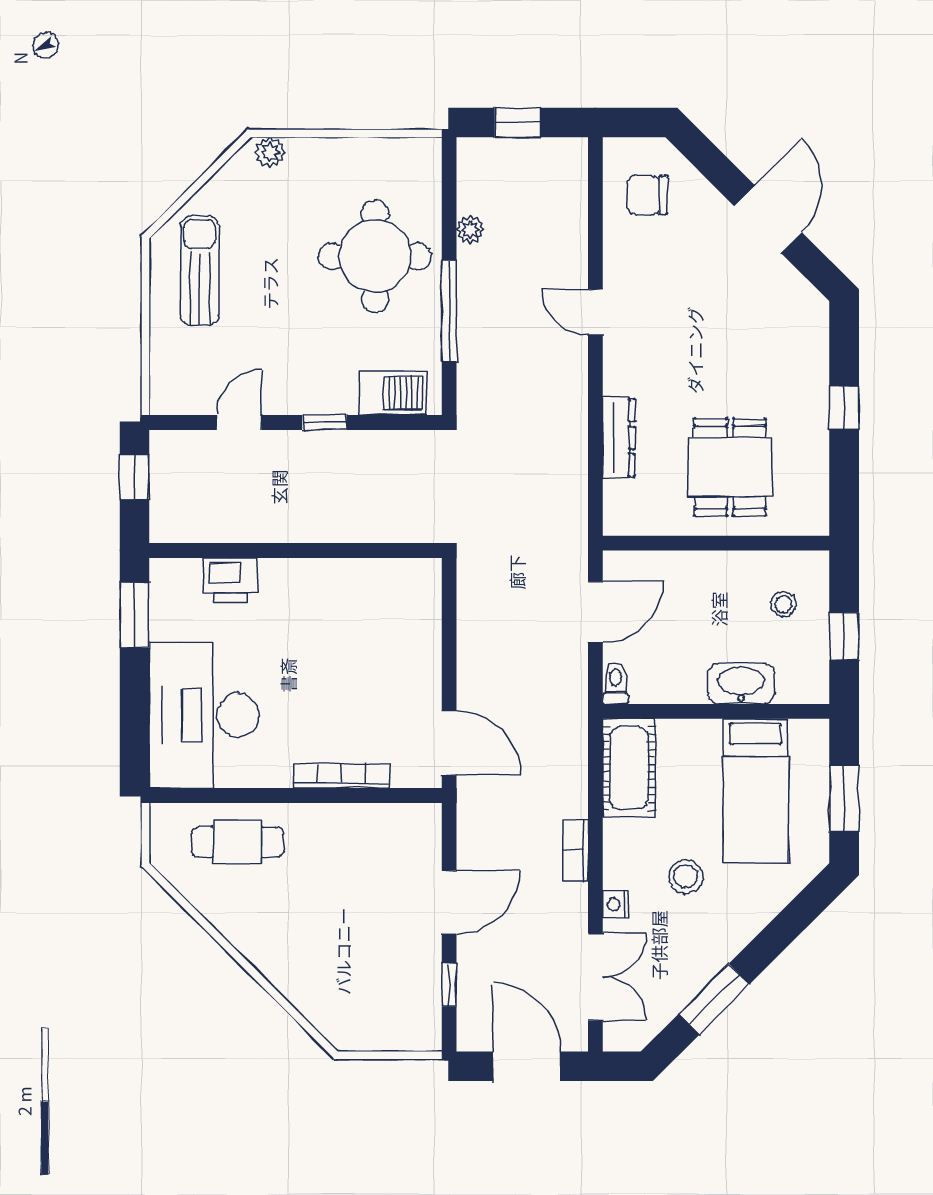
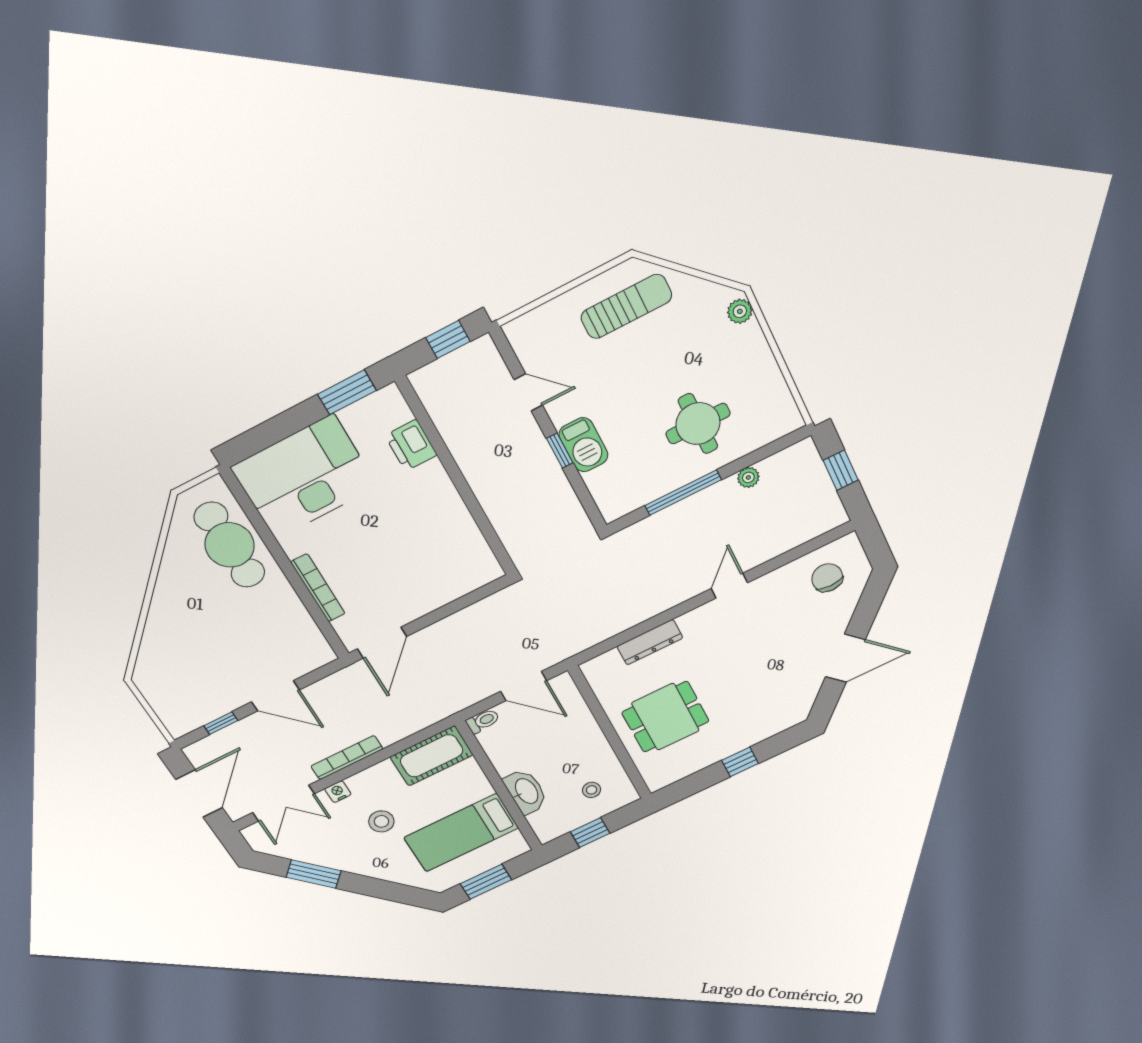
round table: (375, 256) -> (698, 424), width x0.73, depth x0.73
barbecue: (393, 393) -> (583, 445), moved
cafe table: (238, 842) -> (230, 545), width x1.37, depth x1.35
bookcase: (576, 850) -> (347, 758), width x1.56

